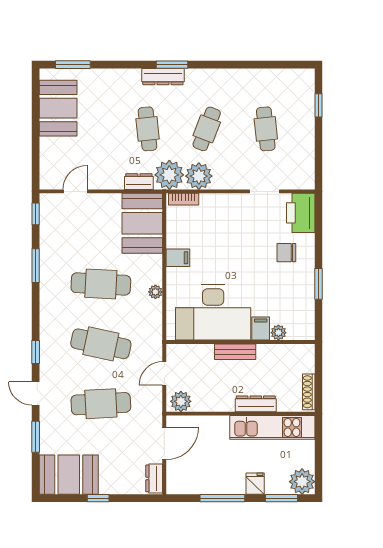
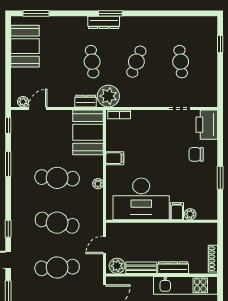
plant: (199, 176) -> (23, 102), moved, width x0.53, depth x0.53
bench: (235, 352) -> (141, 268), moved

